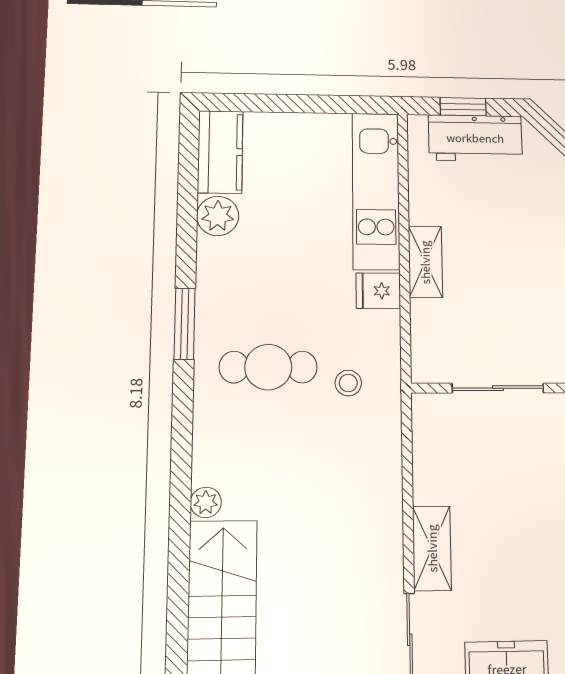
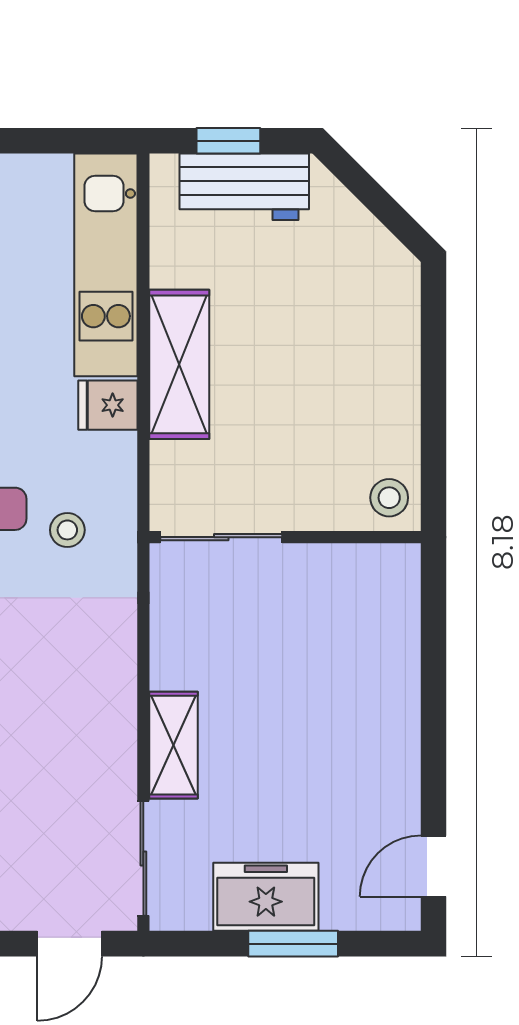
shelving: (425, 262) -> (179, 364), width x1.50, depth x1.33
sliding door: (498, 388) -> (221, 537), moved

